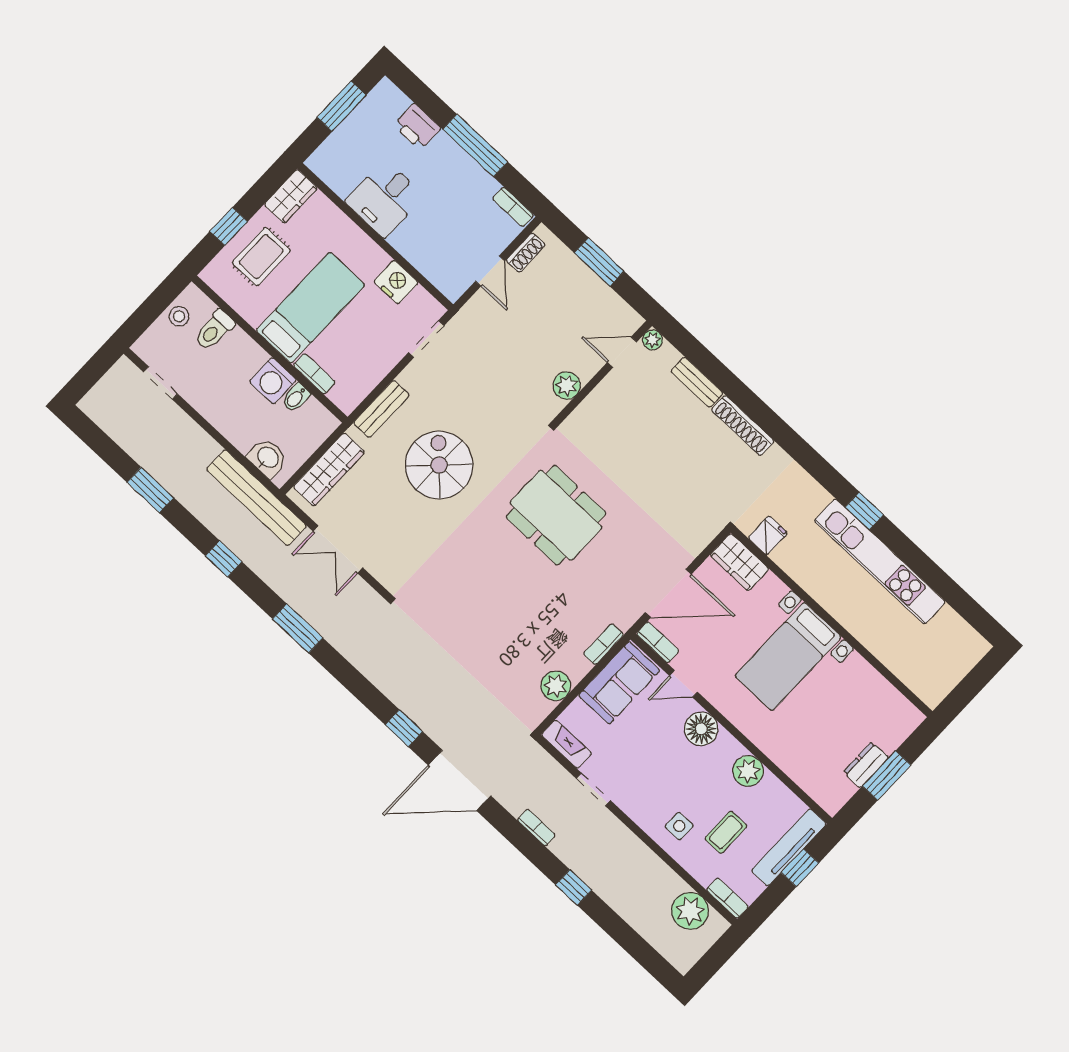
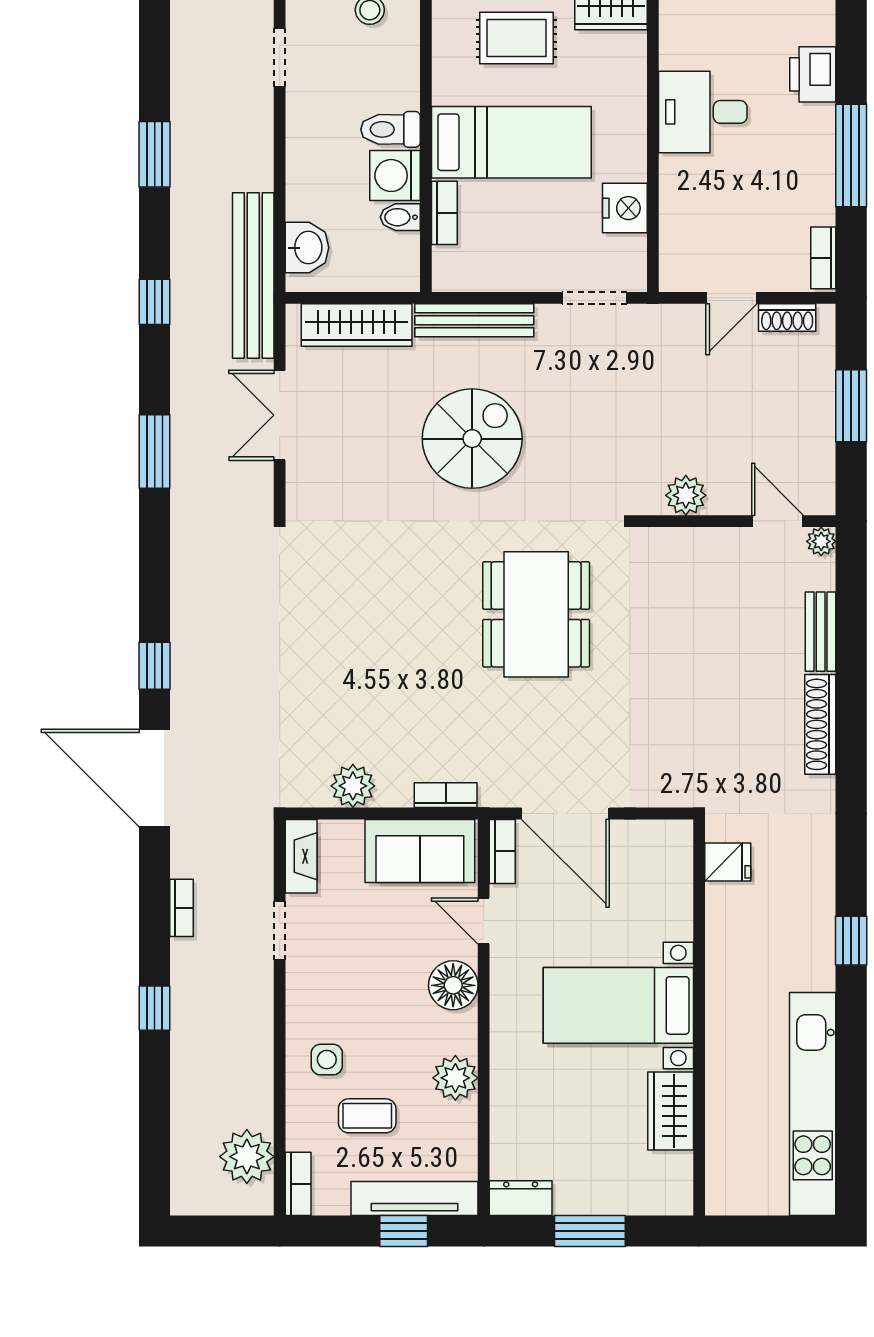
toilet: (214, 330) -> (391, 129), moved
bench: (381, 409) -> (474, 320), width x1.36
kitchen unit: (880, 561) -> (813, 1104), moved
wardrobe: (740, 562) -> (671, 1111), moved
dresser: (866, 765) -> (521, 1198), moved

